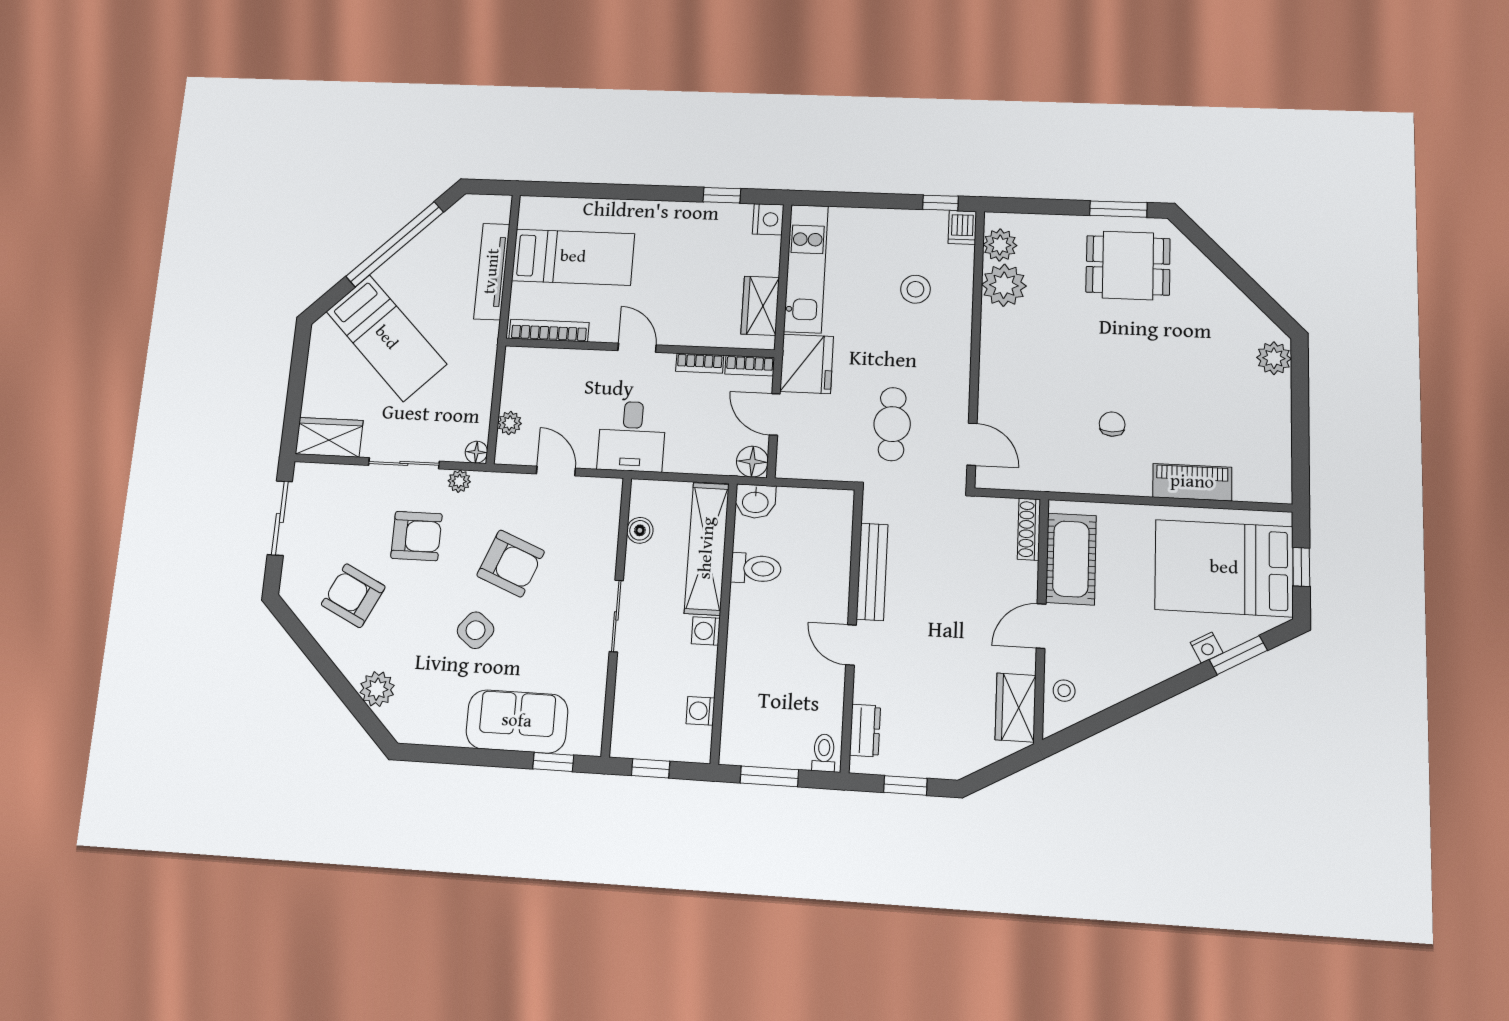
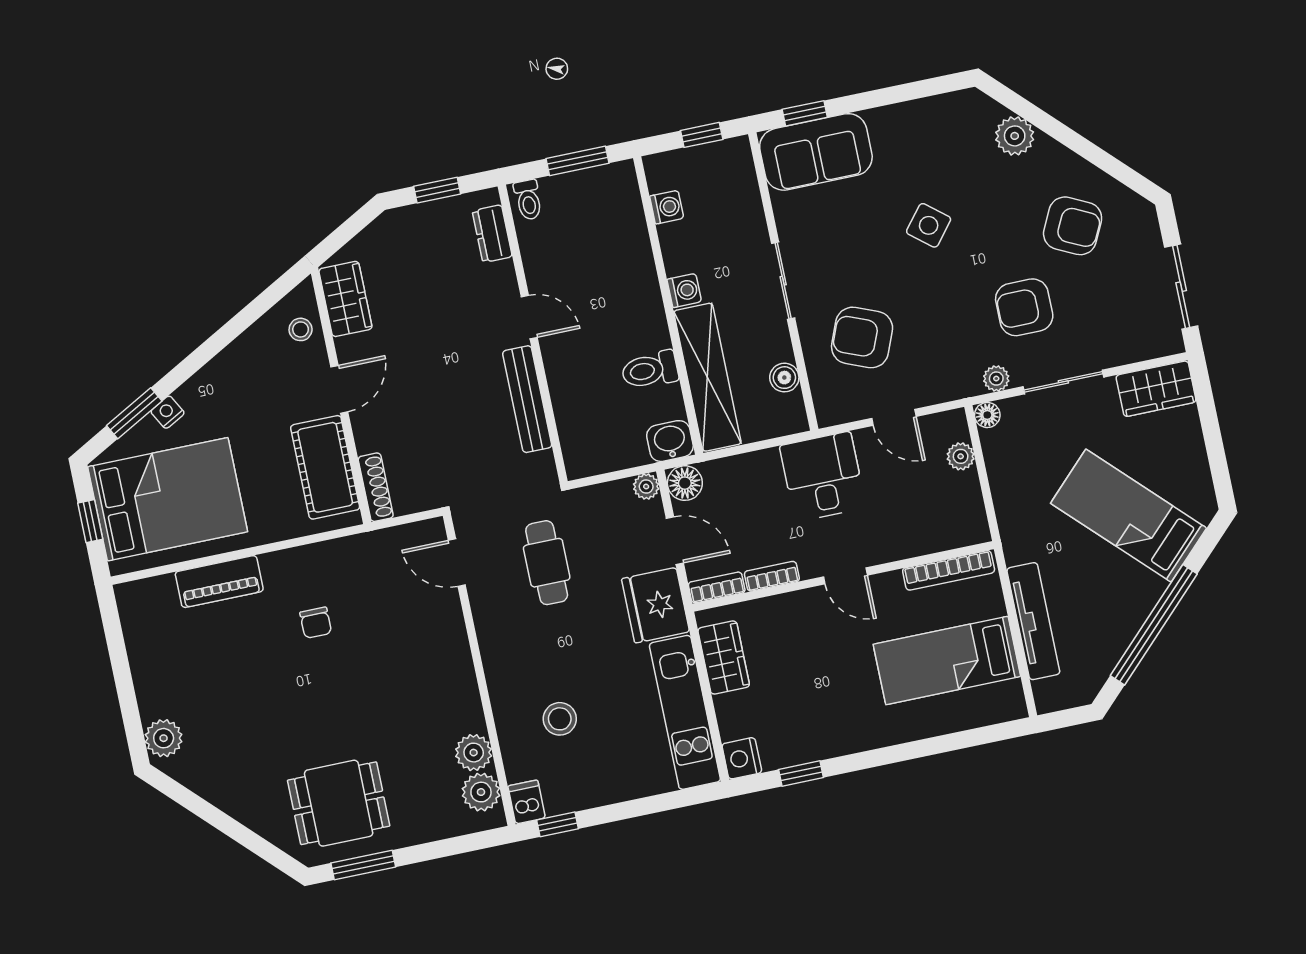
plant: (1004, 285) -> (474, 753), width x0.73, depth x0.73
plant: (787, 467) -> (646, 487), added
armchair: (511, 563) -> (862, 337), moved
sofa: (517, 721) -> (816, 152), moved

